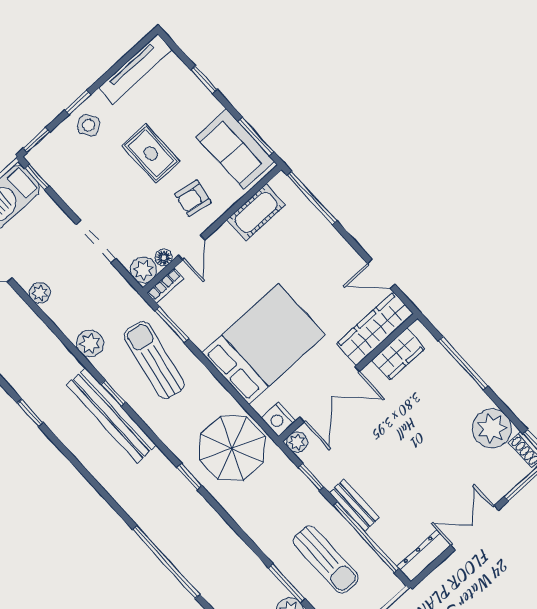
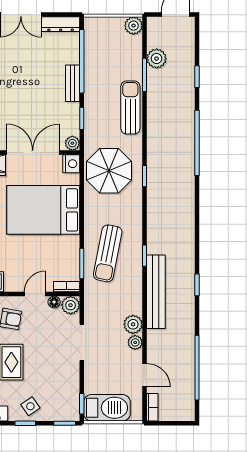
plant: (90, 343) -> (133, 324), moved
bench: (112, 415) -> (156, 292), moved
sun lounger: (326, 559) -> (130, 107), moved

